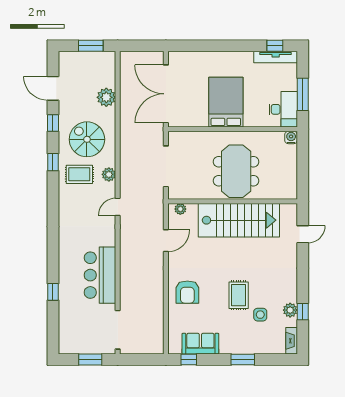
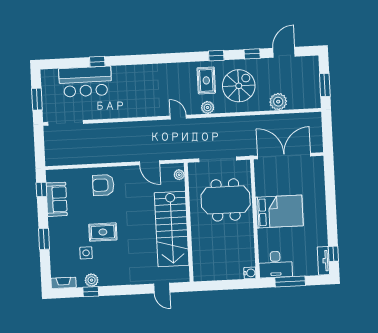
tv unit: (276, 57) -> (323, 261), width x0.71
meeting table: (236, 171) -> (226, 200), moved
bar counter: (100, 275) -> (85, 82), moved, turned 180

